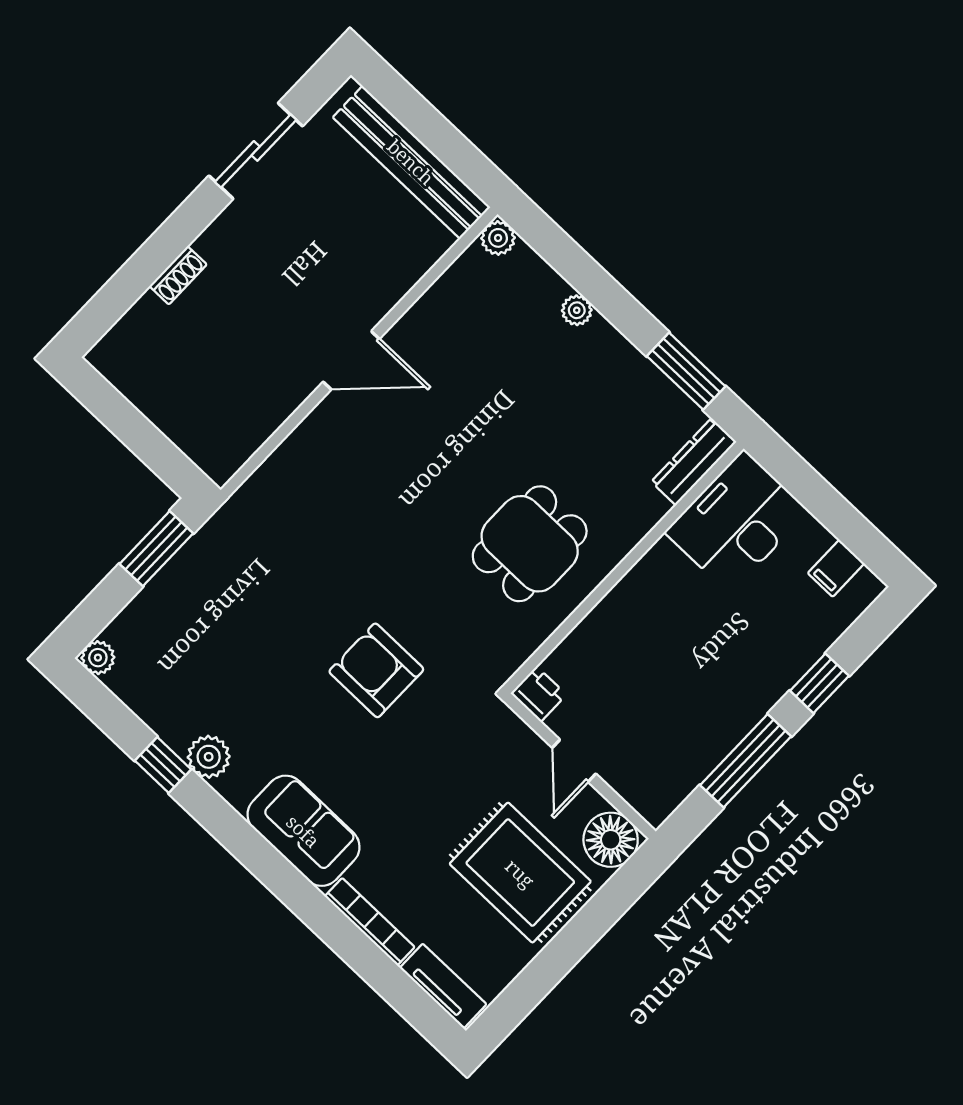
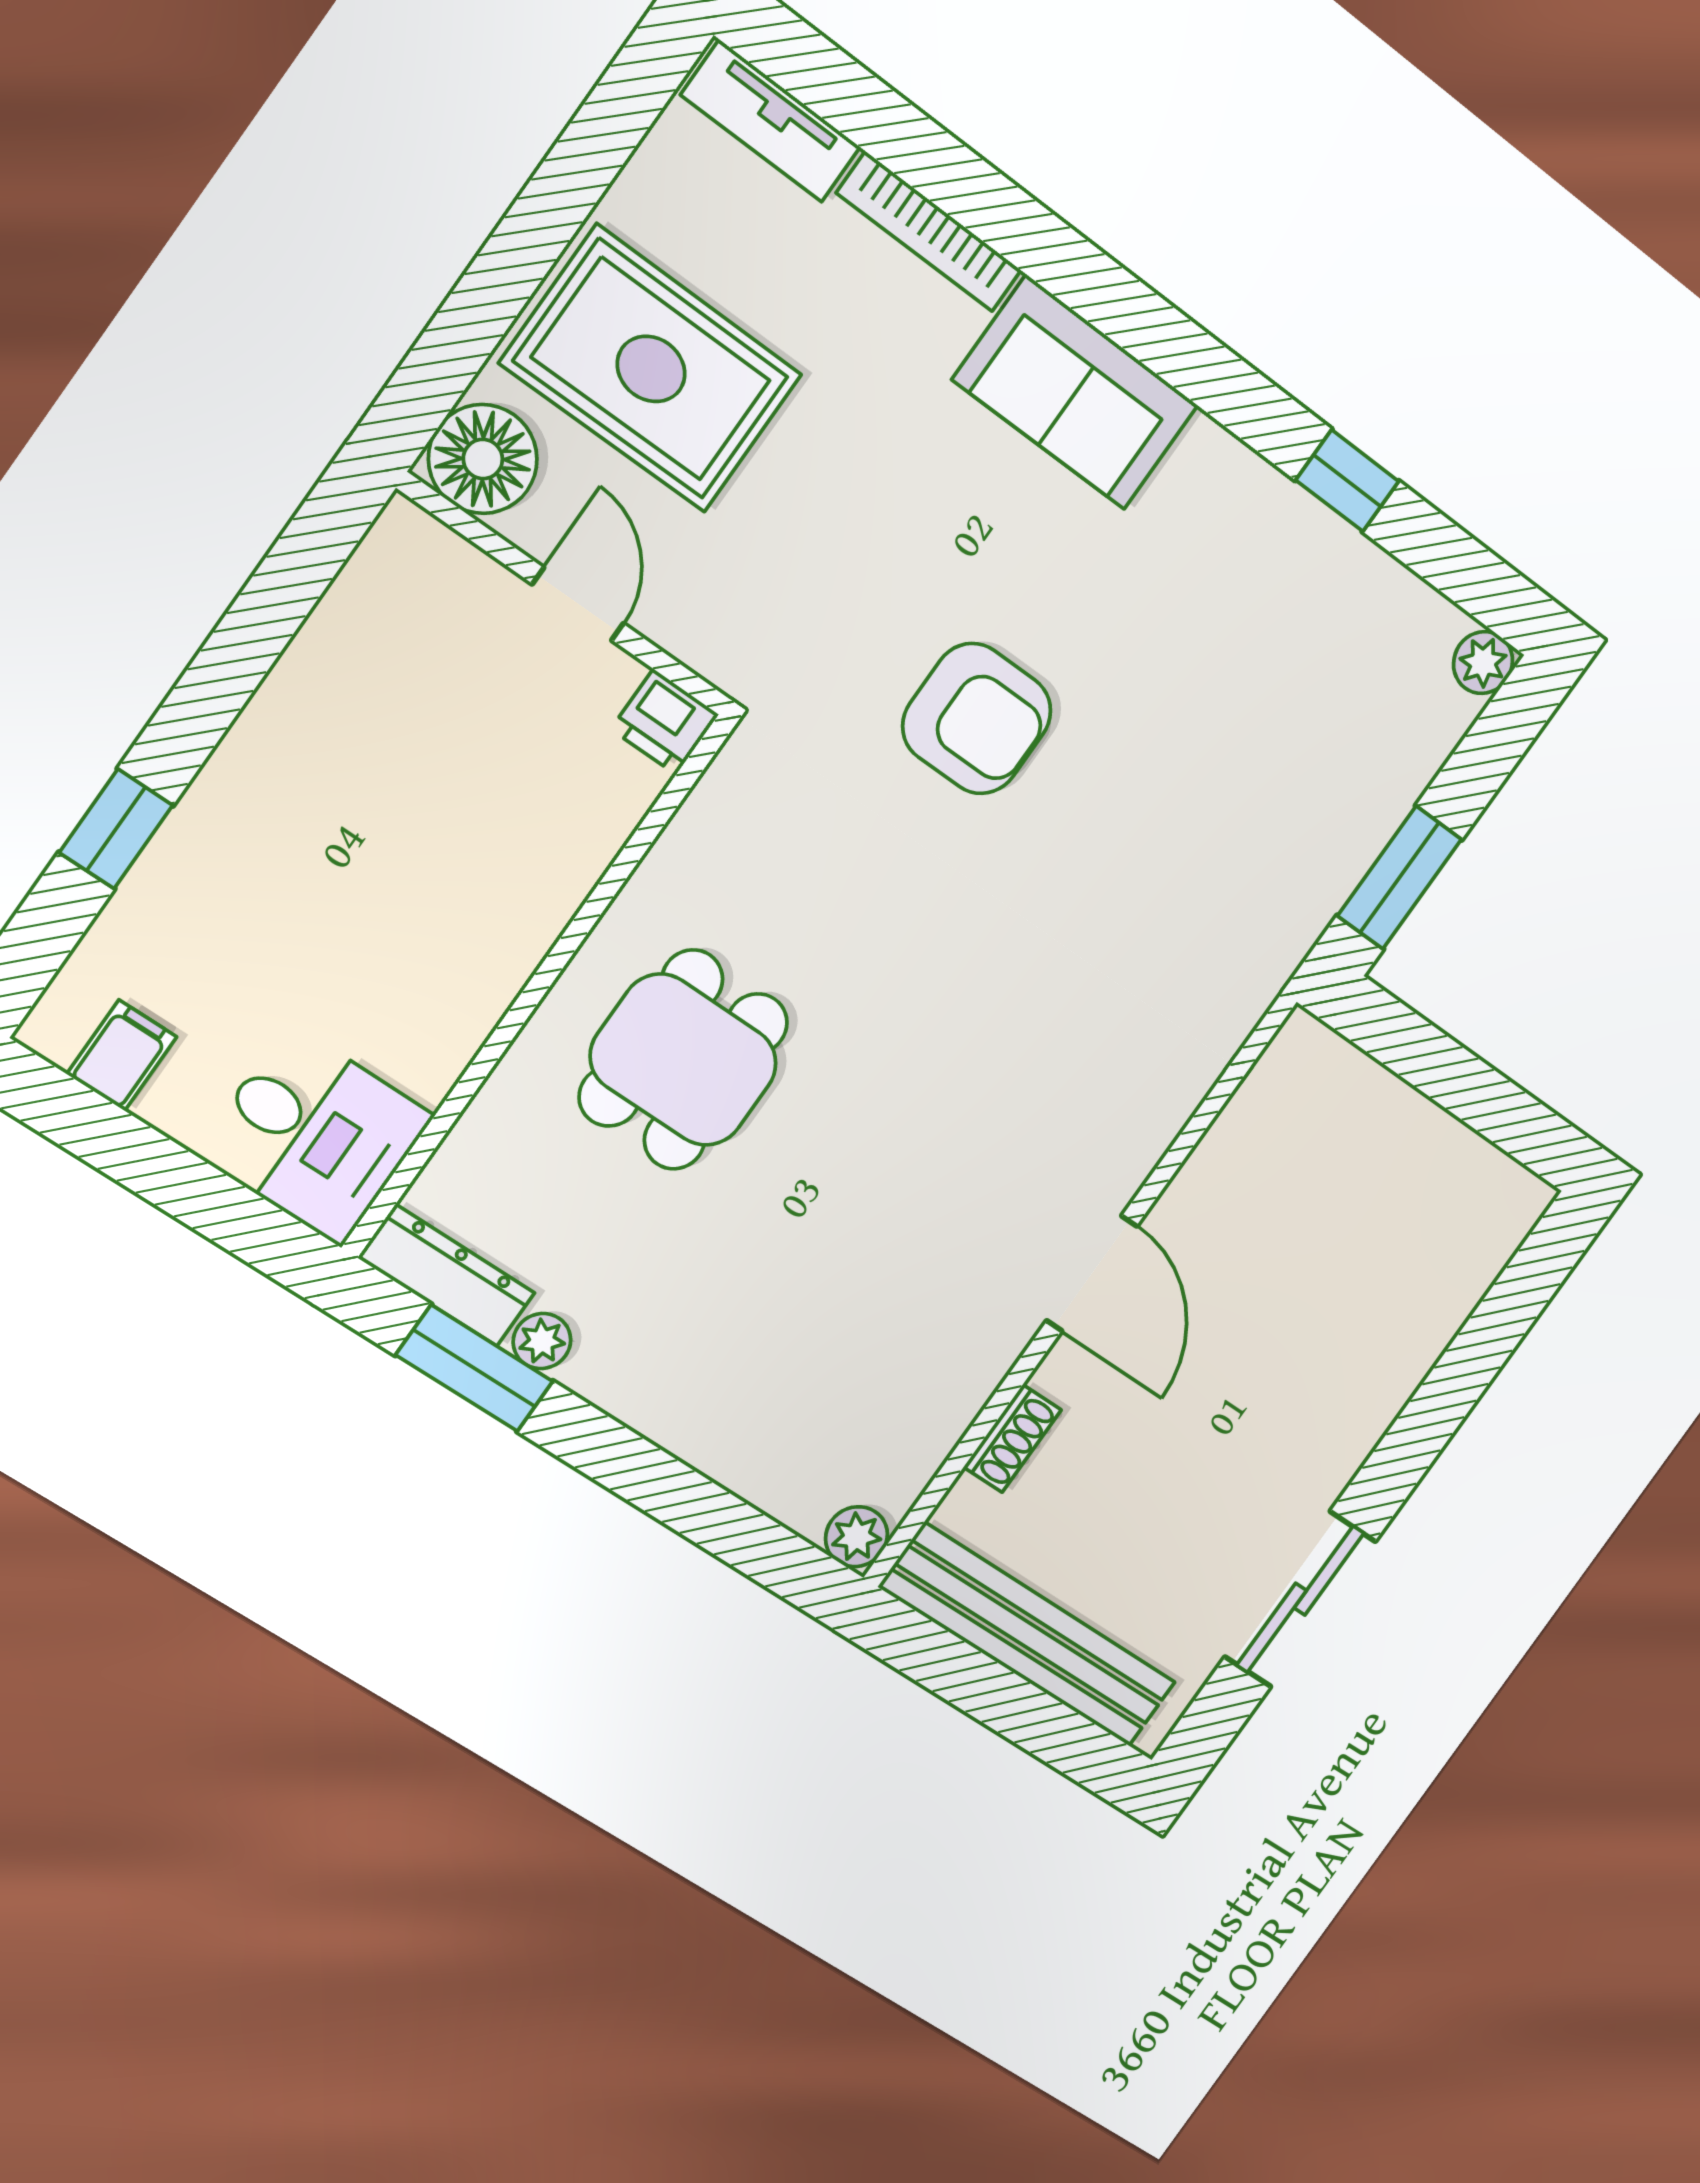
shoe rack: (178, 275) -> (1012, 1438), moved, turned 180
plant: (577, 310) -> (542, 1341), moved
door: (351, 360) -> (1092, 1273), swing flipped
dresser: (694, 462) -> (446, 1276), moved, turned -90
desk: (737, 522) -> (315, 1135), width x0.73
dining table: (530, 544) -> (683, 1060), moved
plant: (209, 757) -> (1266, 508), removed
window: (746, 761) -> (238, 655), removed

